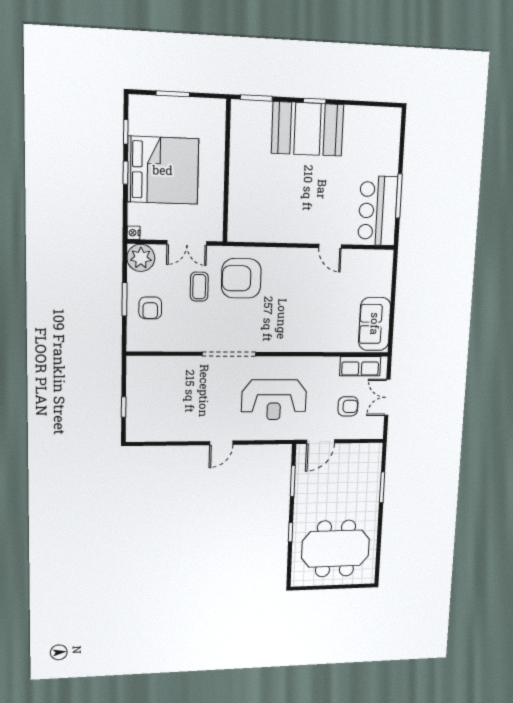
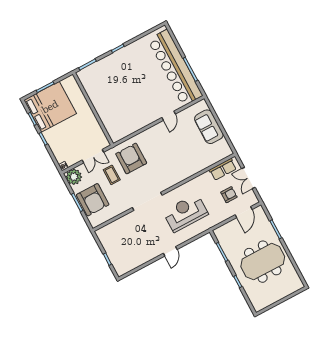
booth: (308, 129) -> (122, 64), removed
bed: (163, 170) -> (50, 107), moved
bar counter: (378, 211) -> (175, 68), width x1.86
door: (330, 246) -> (169, 116), hinge flipped
armchair: (241, 278) -> (131, 158), turned 90
armchair: (150, 308) -> (93, 200), width x1.88, depth x1.88
sofa: (375, 324) -> (209, 127), moved
reception desk: (274, 400) -> (186, 213), turned 180
door: (321, 442) -> (244, 212), moved
meeting table: (335, 549) -> (263, 262), moved

